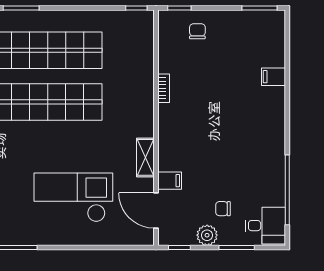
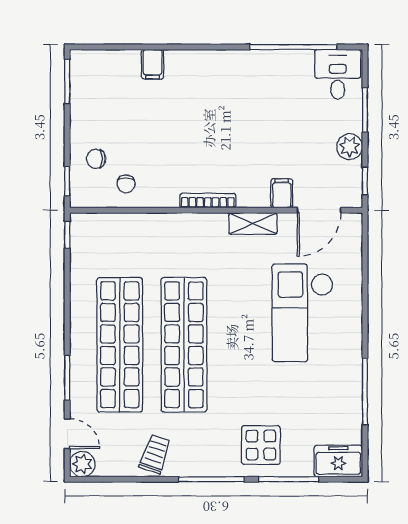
bookcase: (164, 88) -> (208, 201), moved, width x1.56
chair: (223, 209) -> (126, 184), moved

